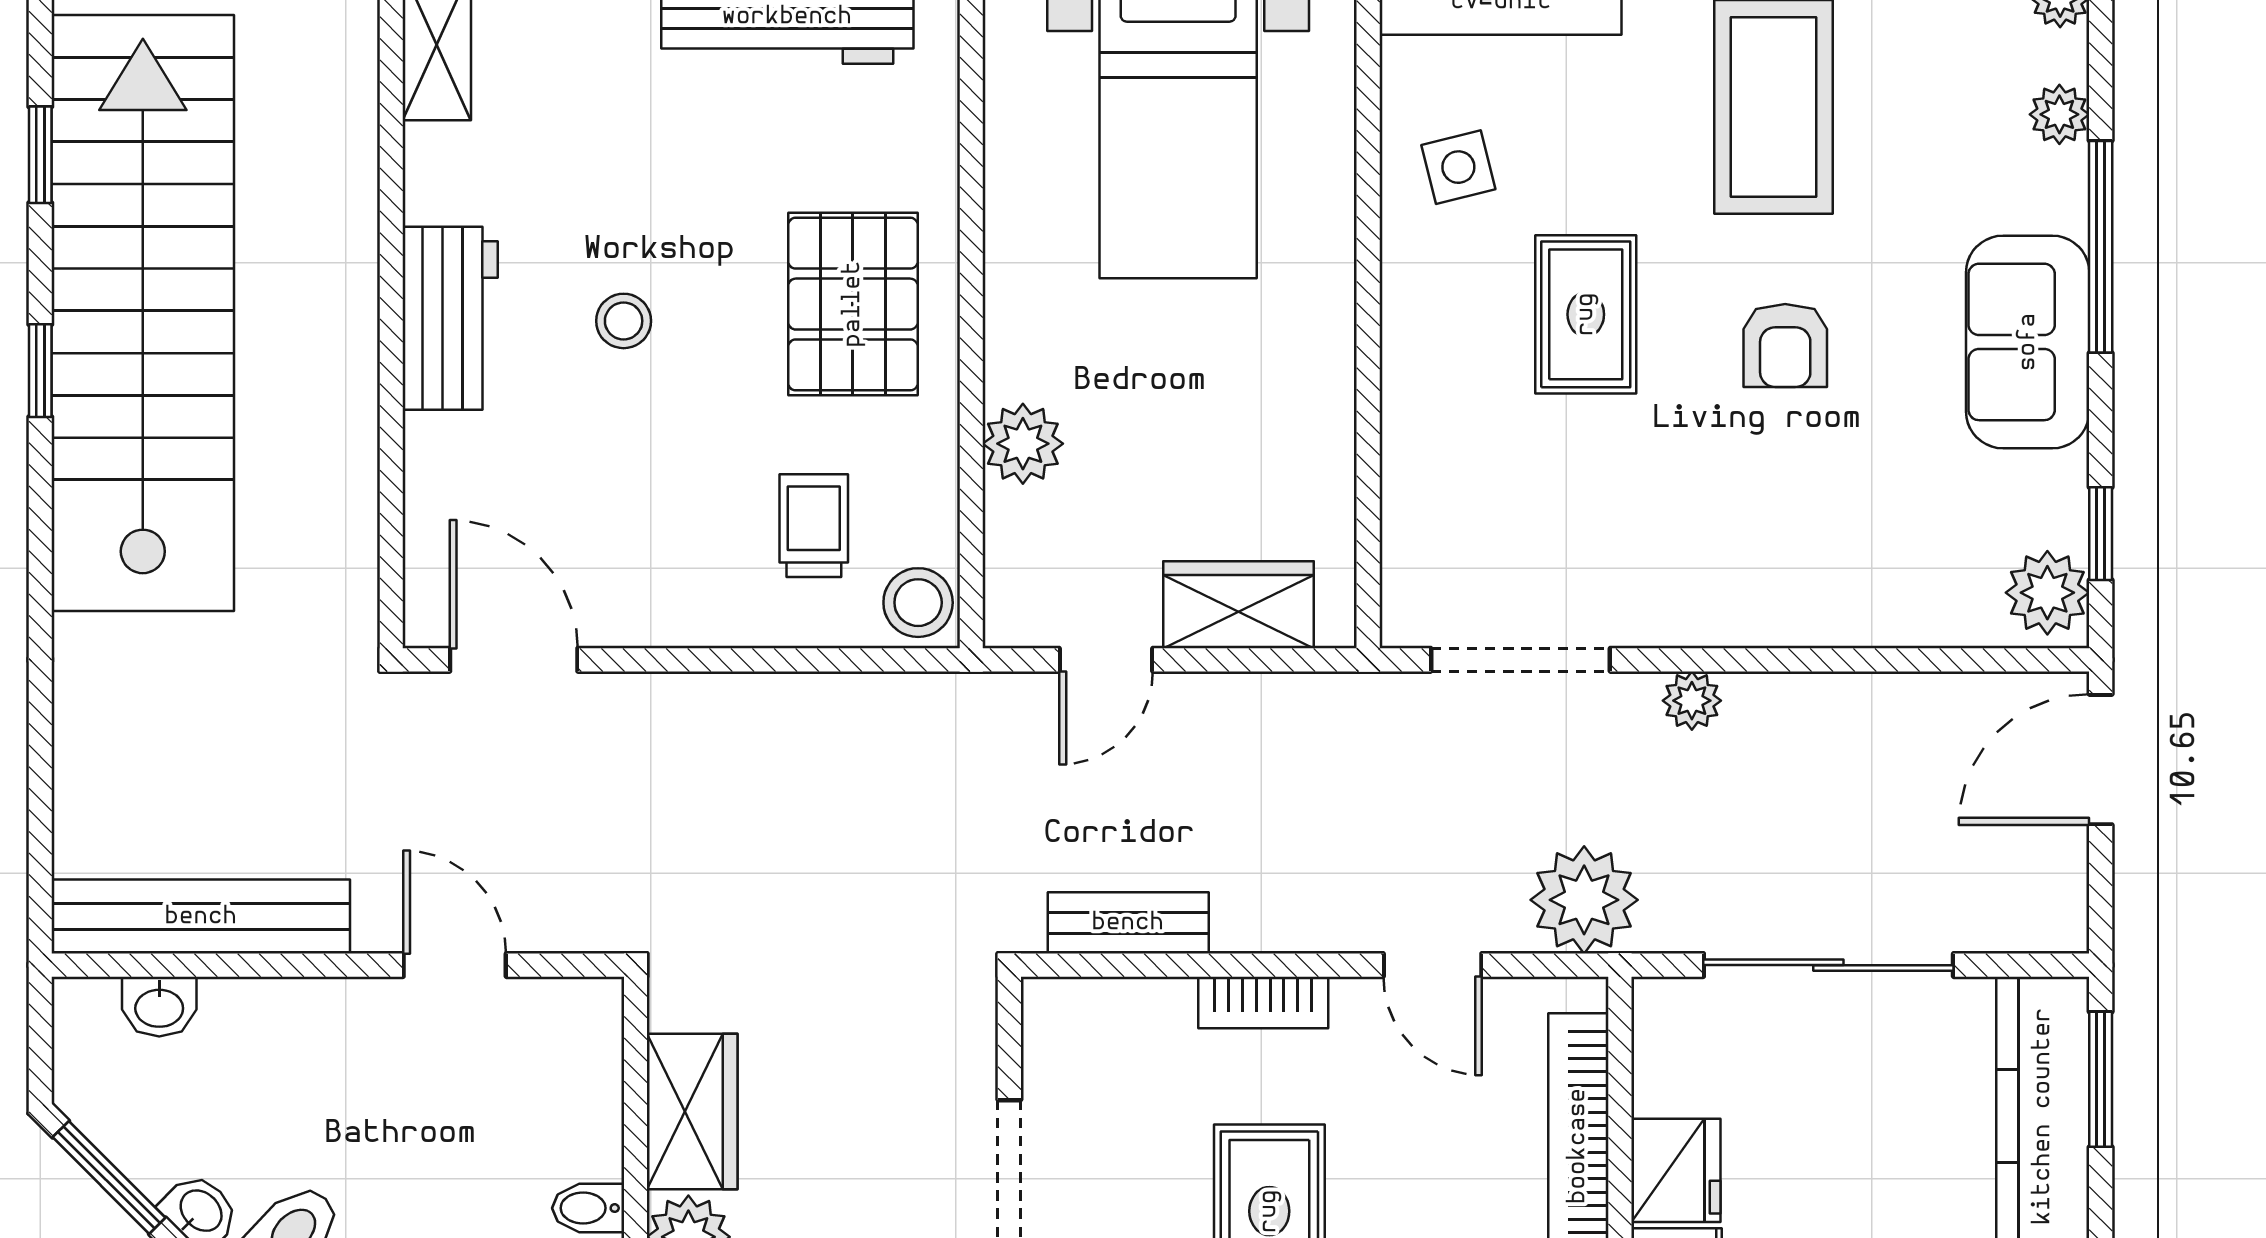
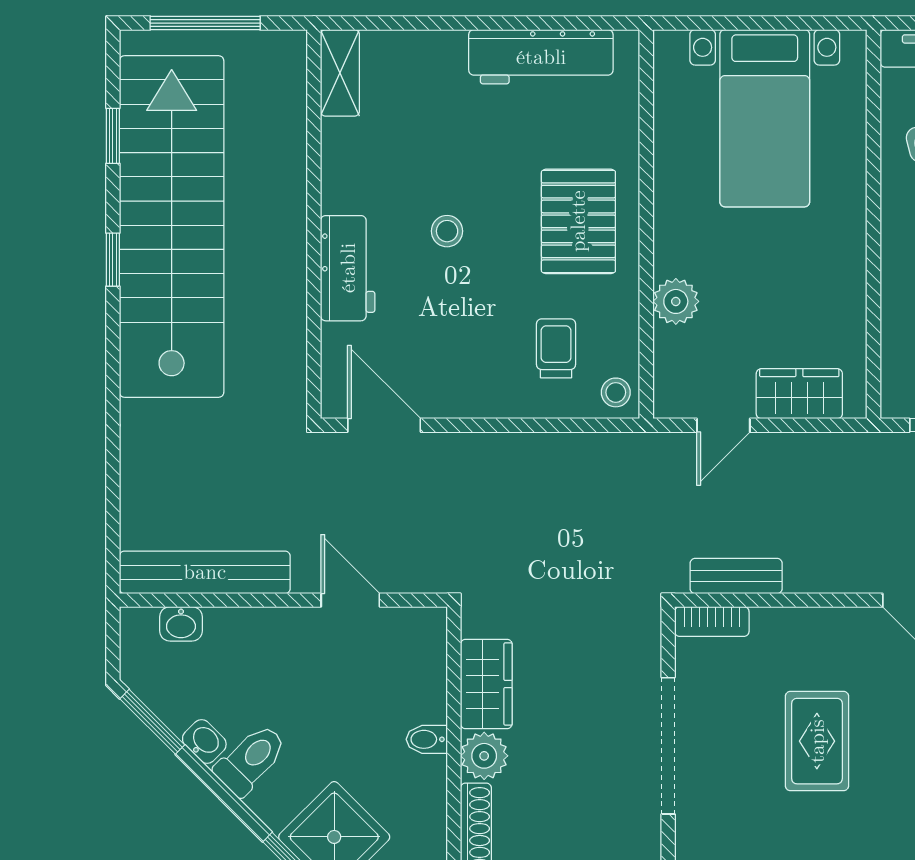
workbench: (450, 318) -> (348, 268), moved
stool: (918, 603) -> (616, 392), width x0.73, depth x0.73
bookcase: (1263, 1002) -> (712, 622), moved

